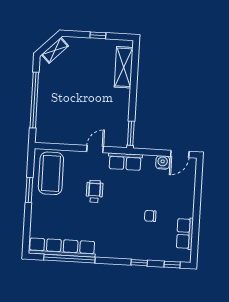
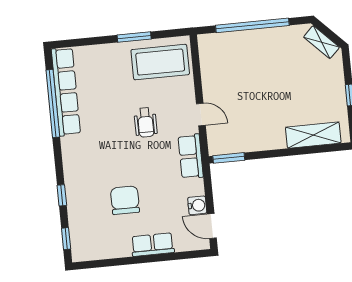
wheelchair: (94, 191) -> (146, 122), turned 90
chair: (150, 216) -> (125, 200), width x1.87, depth x1.87
row of seats: (185, 234) -> (153, 245), moved

